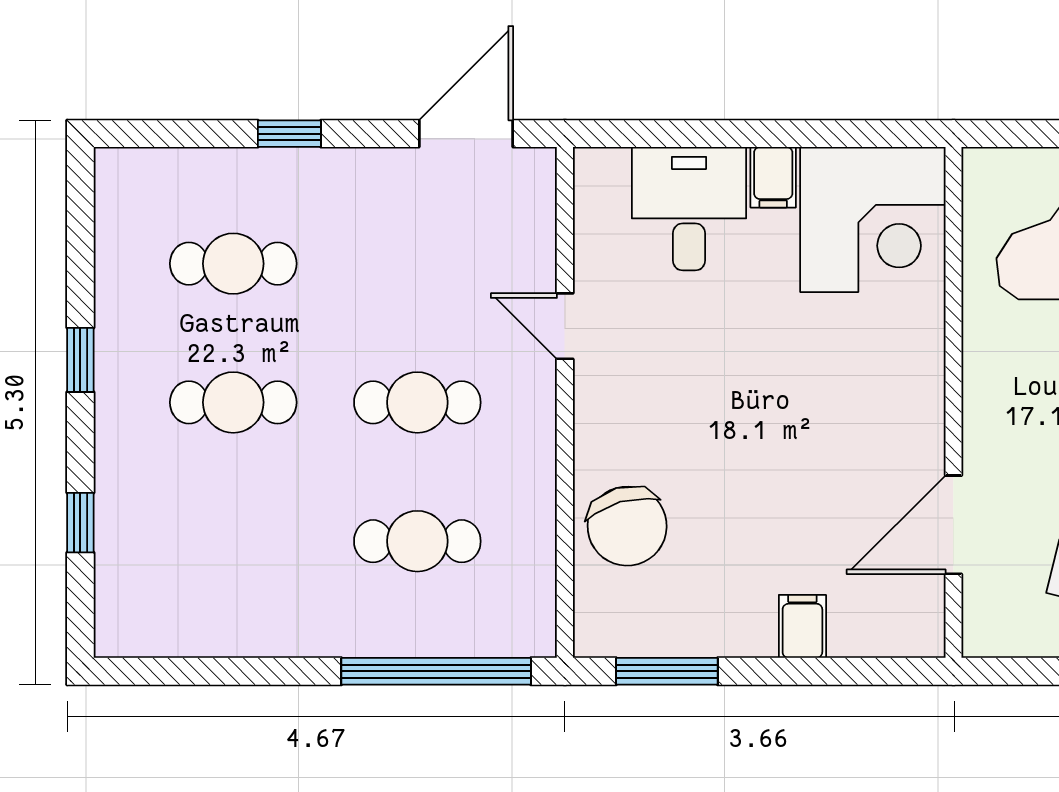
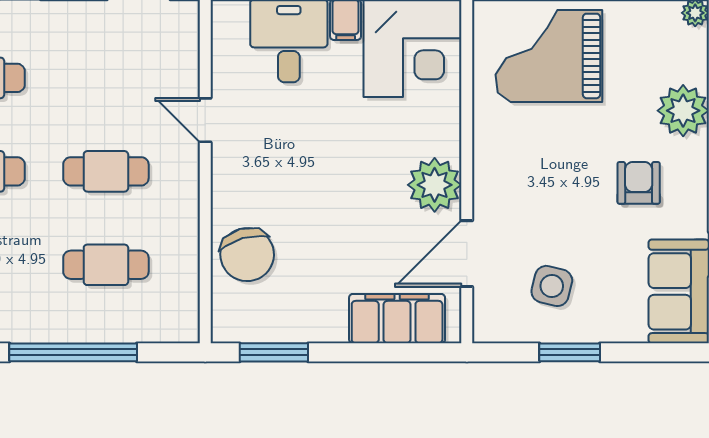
plant: (905, 423) -> (435, 185), added
filing cabinet: (802, 626) -> (397, 319), width x3.00, depth x1.17
window: (436, 671) -> (73, 352), moved

